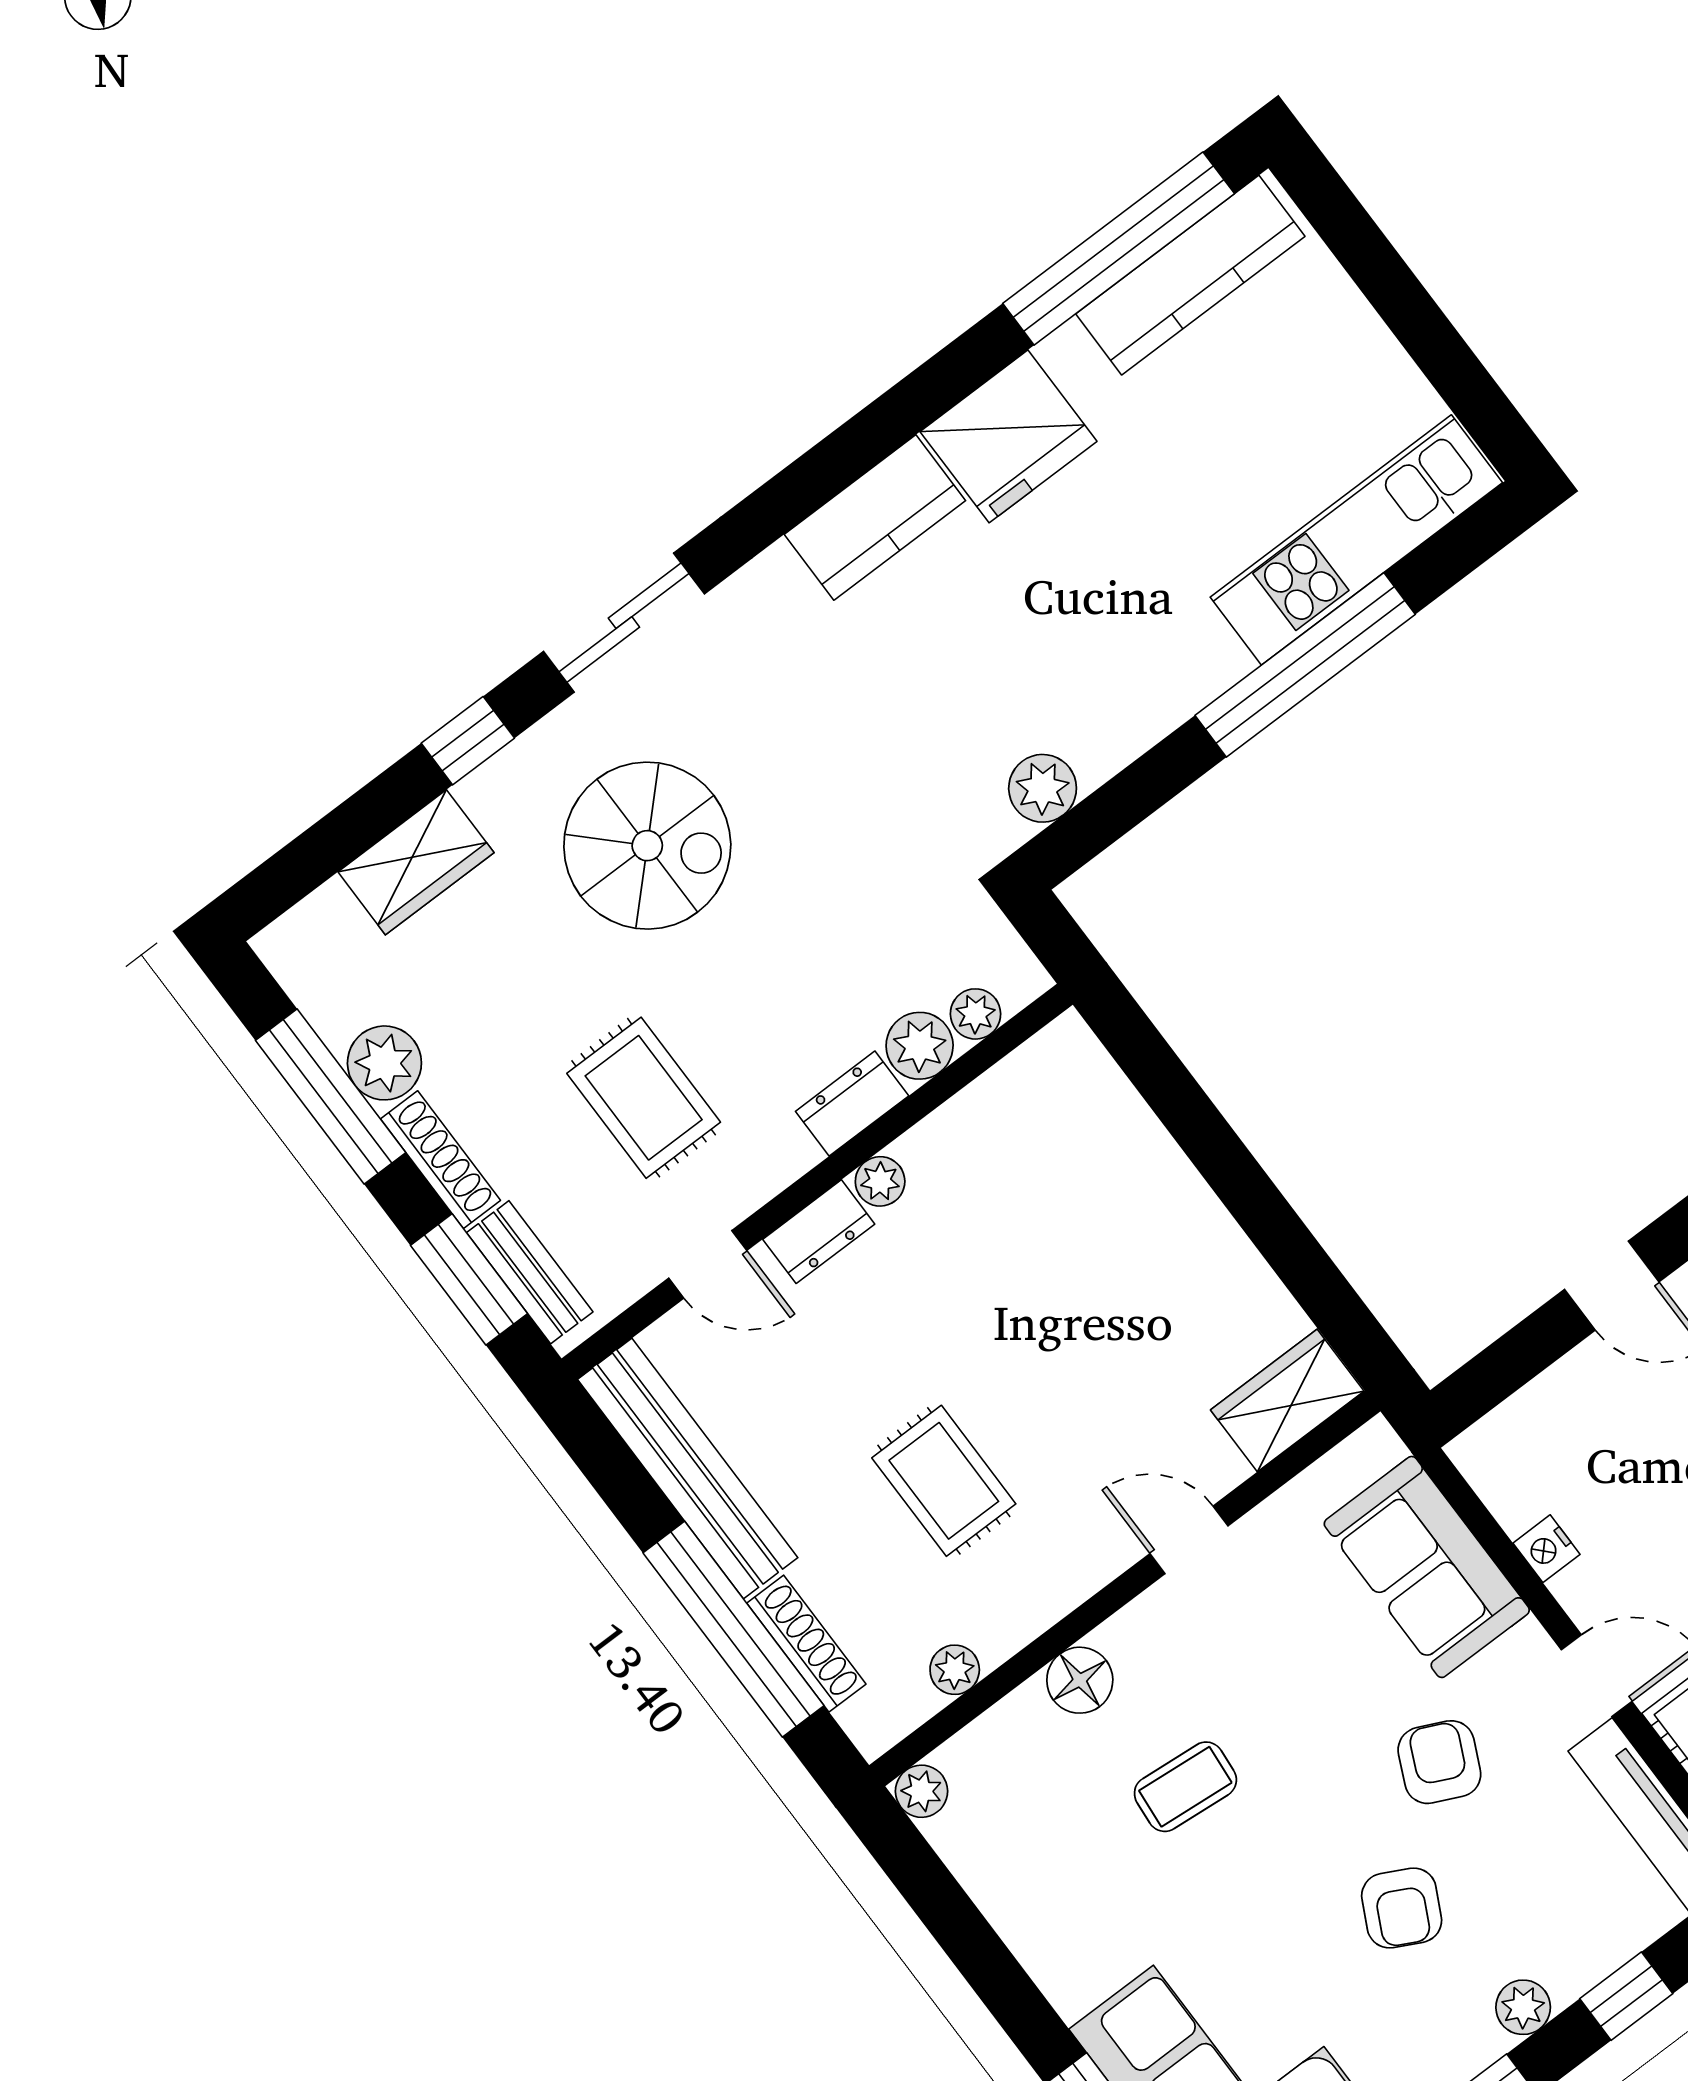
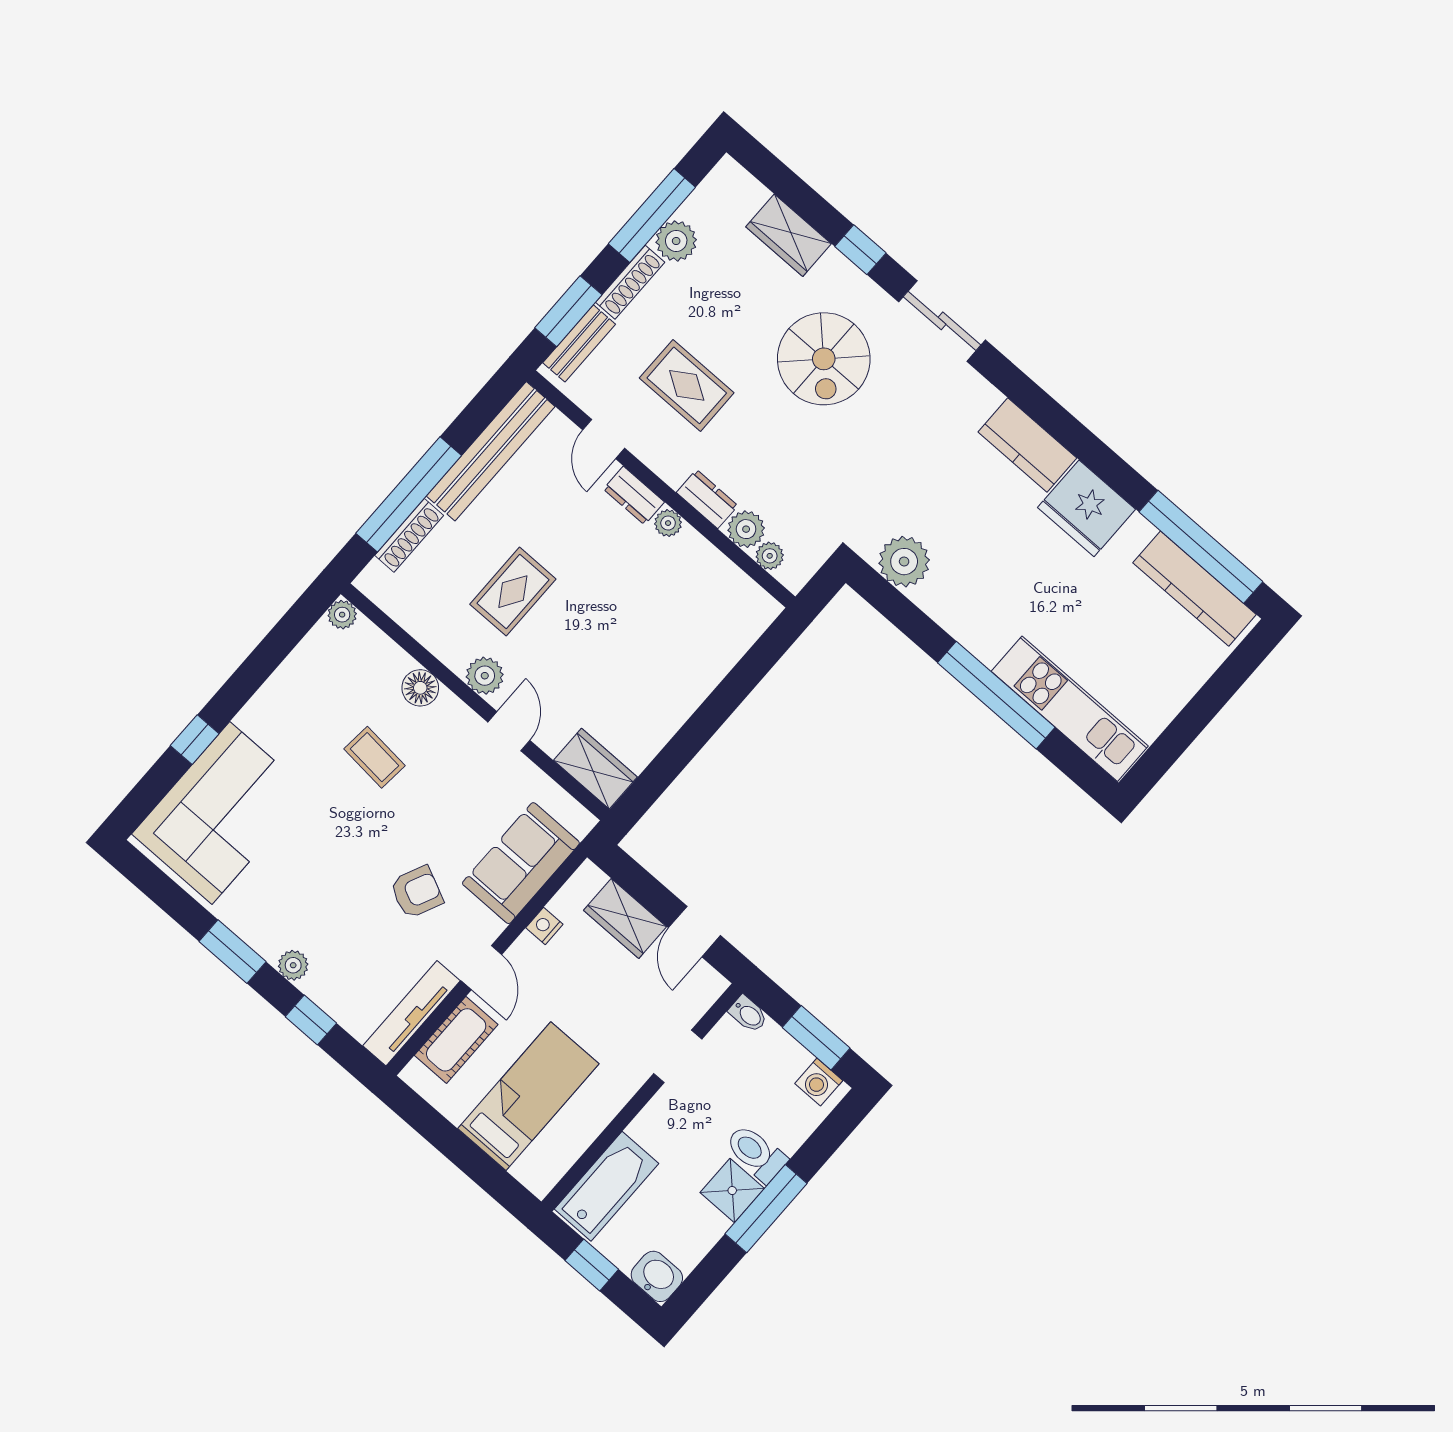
plant: (1043, 788) -> (904, 562), width x1.36, depth x1.36
rug: (644, 1098) -> (687, 385), turned 90
wardrobe: (1563, 1403) -> (625, 918), added
plant: (955, 1670) -> (485, 676), moved, width x1.38, depth x1.38
armchair: (1402, 1908) -> (333, 888), removed

